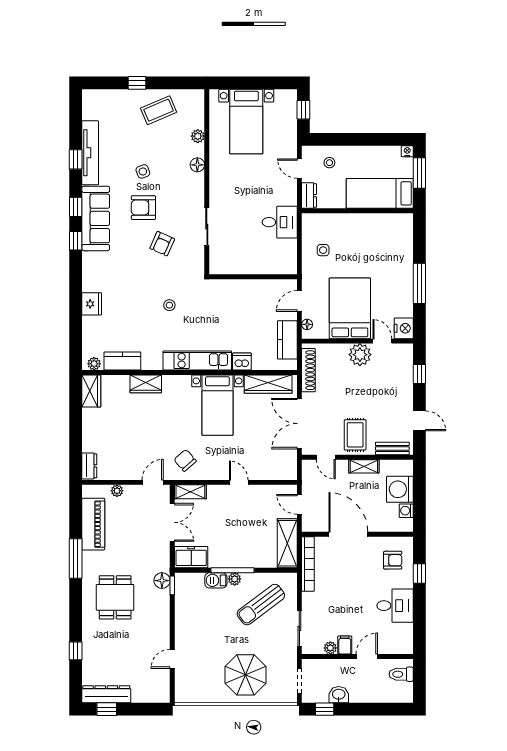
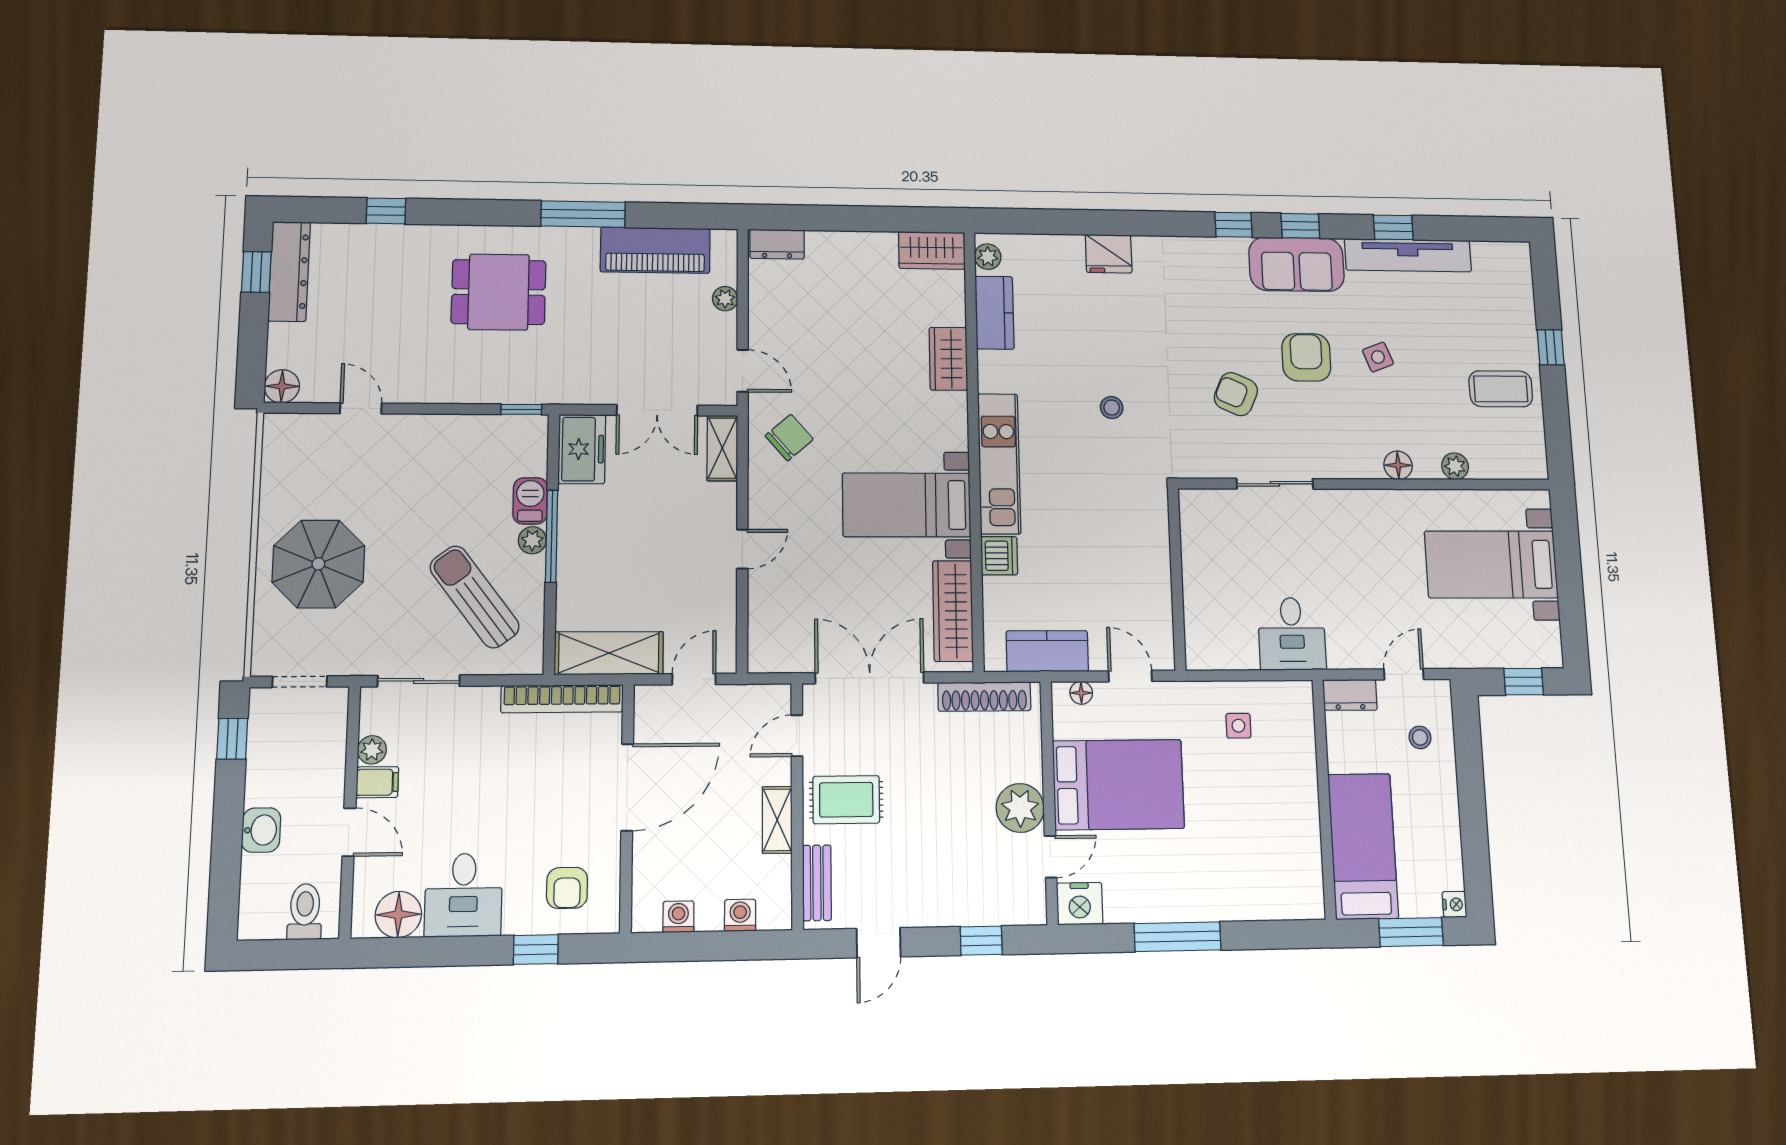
coffee table: (159, 110) -> (1501, 389), turned -67
sofa: (96, 218) -> (1297, 264), width x0.73
washing machine: (400, 489) -> (740, 915), width x0.53, depth x0.53
floor lamp: (162, 581) -> (282, 386), moved
floor lamp: (403, 634) -> (398, 915), added
washbasin: (339, 695) -> (261, 830), moved

